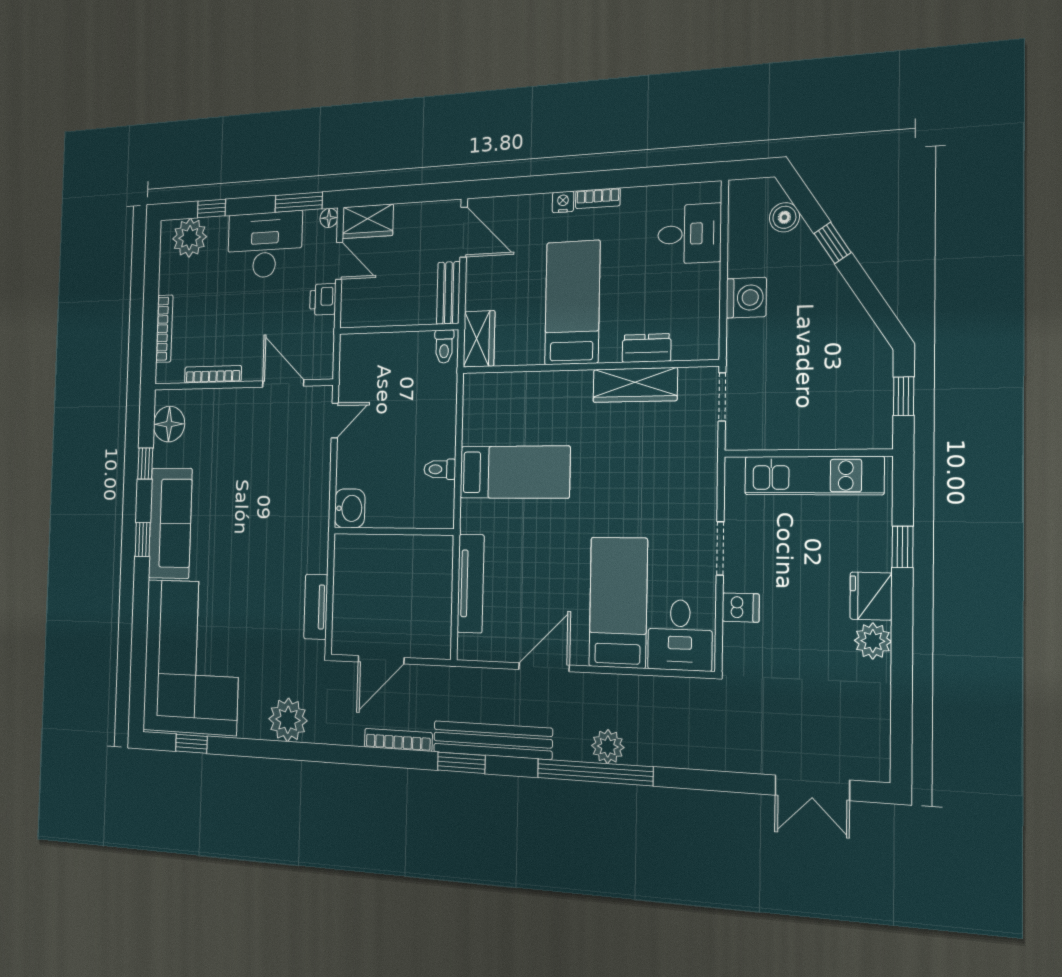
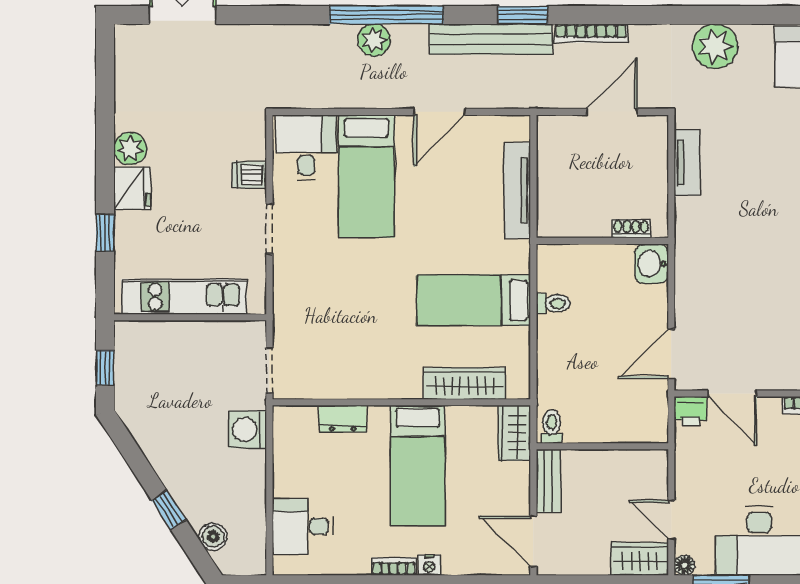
washing machine: (746, 298) -> (248, 430), moved
printer: (323, 299) -> (690, 411), moved, turned 90
wardrobe: (635, 385) -> (465, 383), moved
door: (335, 421) -> (671, 354), width x1.38
shoe rack: (367, 543) -> (631, 229), added

